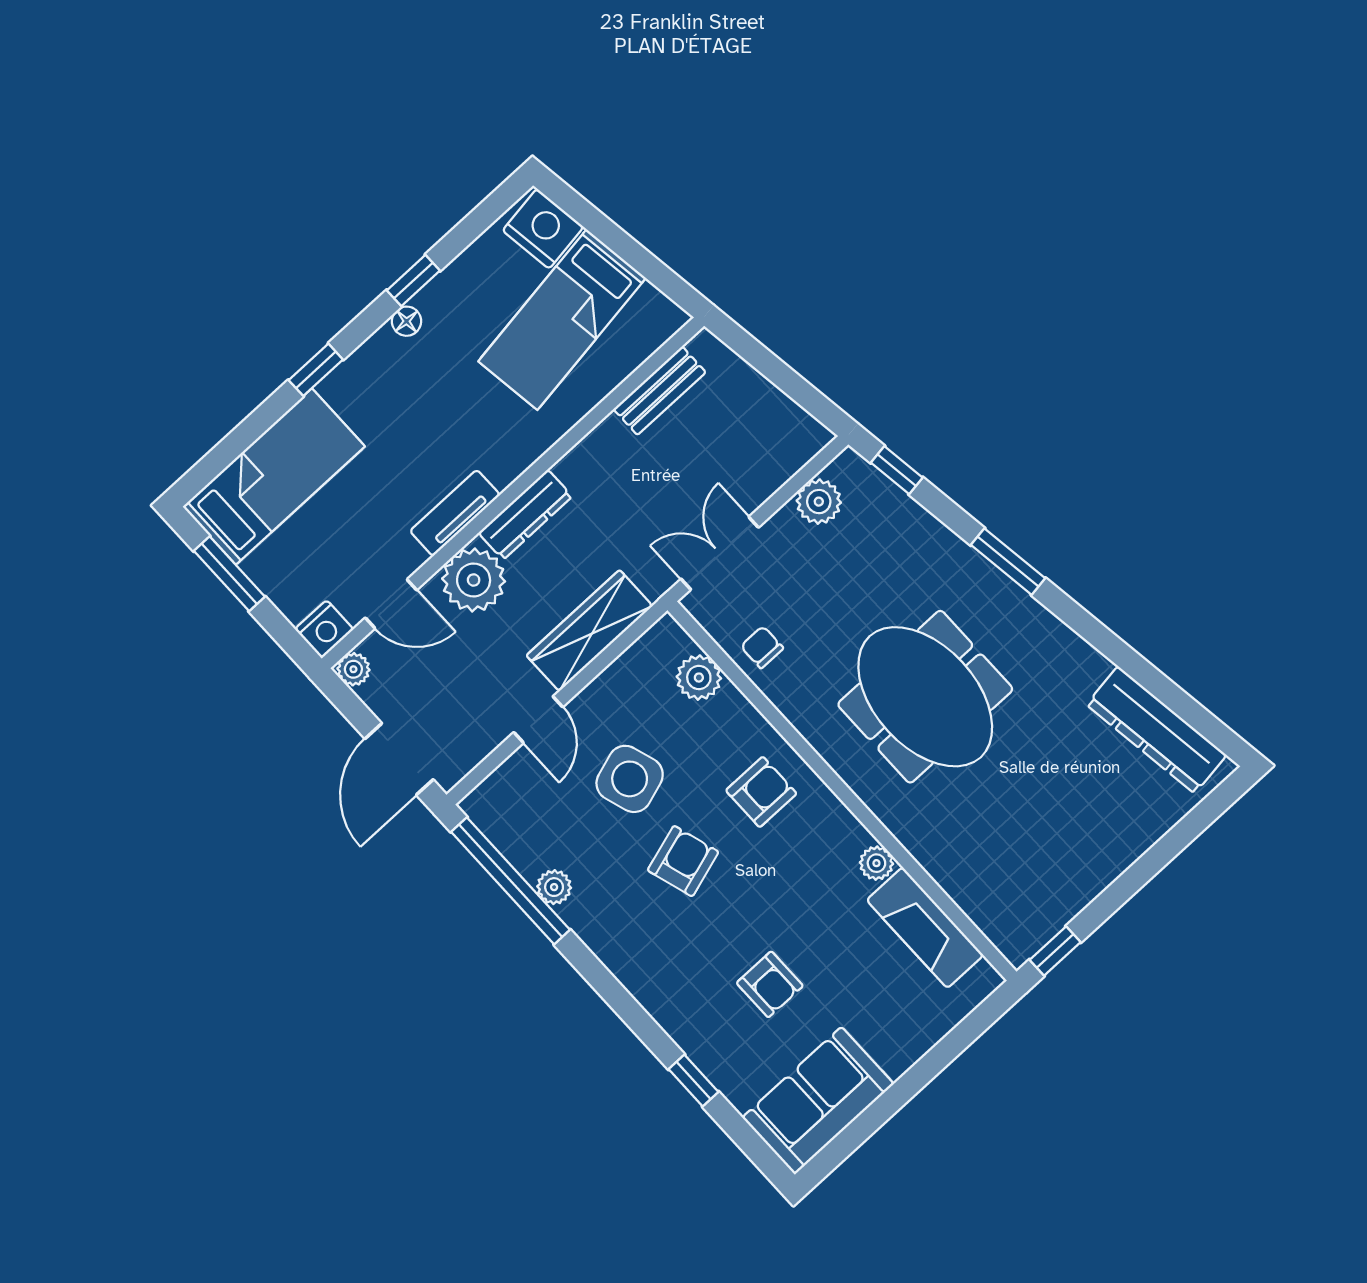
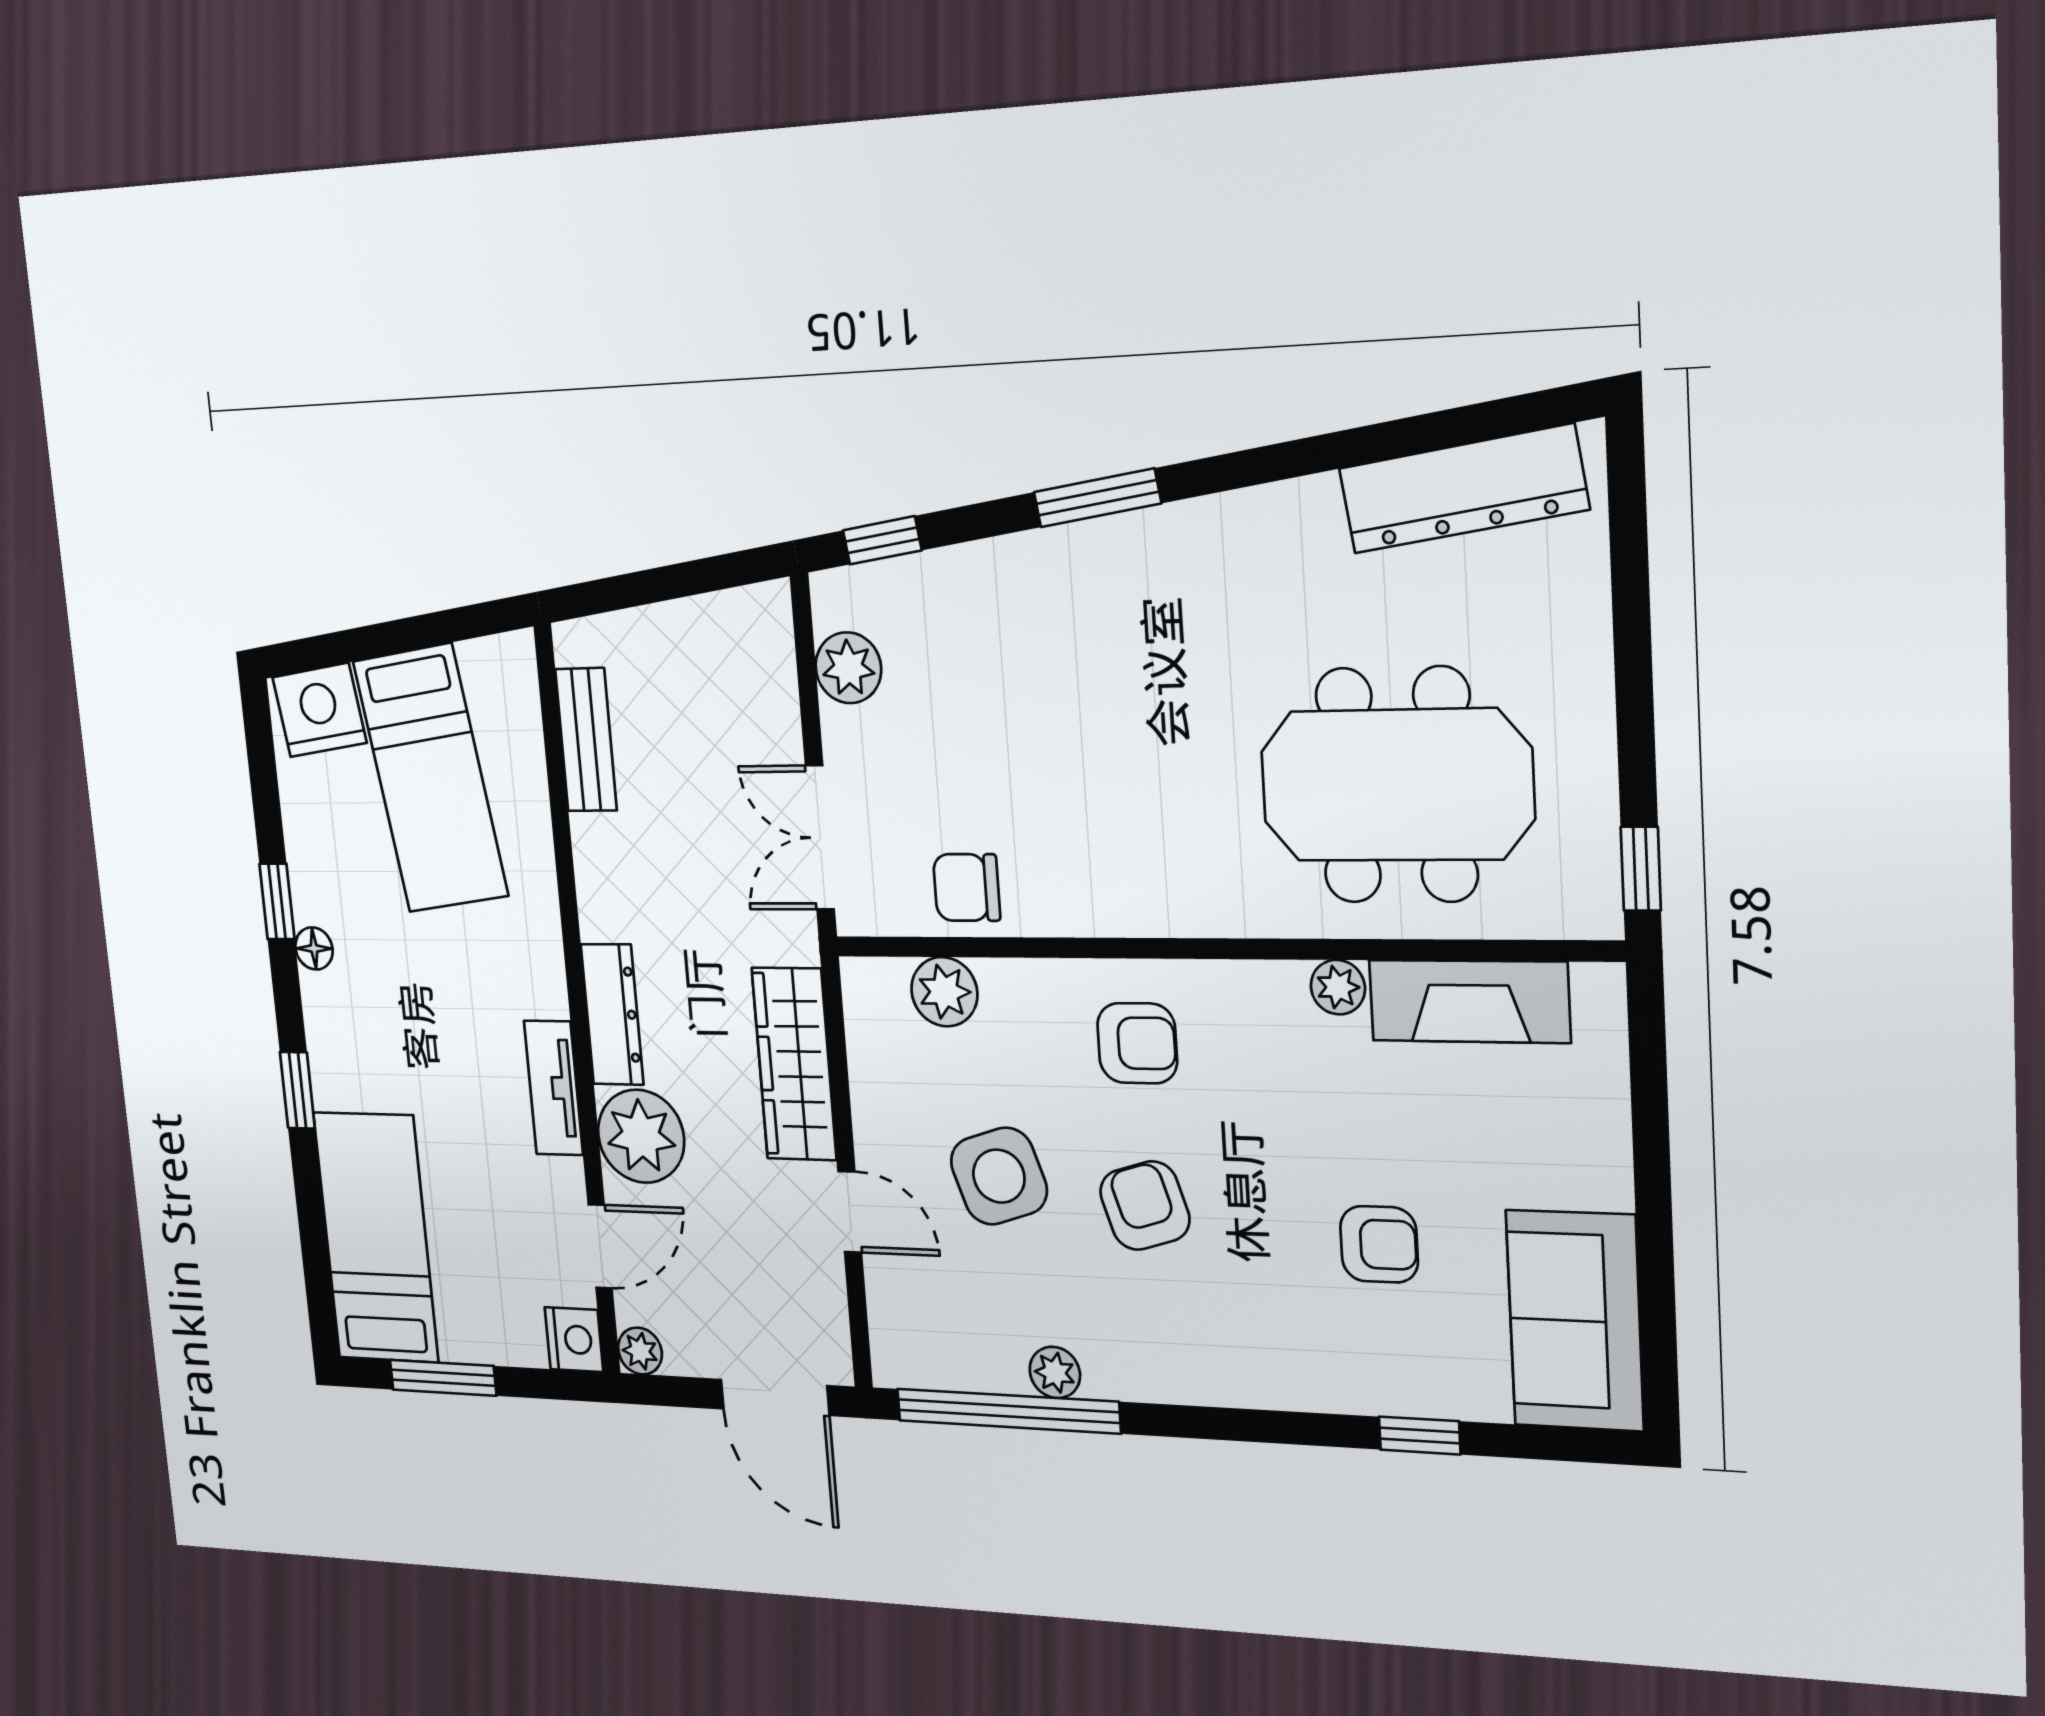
chair: (762, 647) -> (967, 887), width x1.37, depth x1.37
meeting table: (925, 697) -> (1397, 785), moved
armchair: (761, 792) -> (1137, 1043), turned 90

